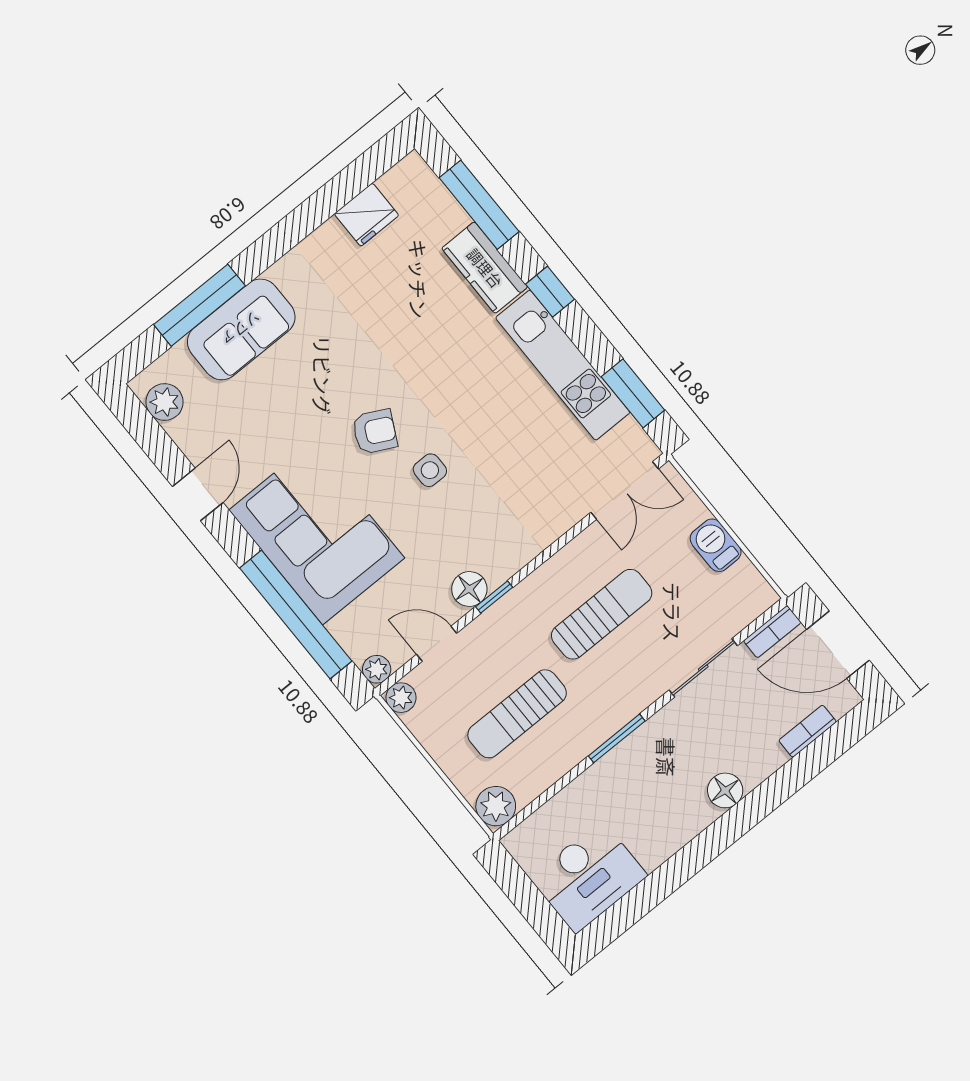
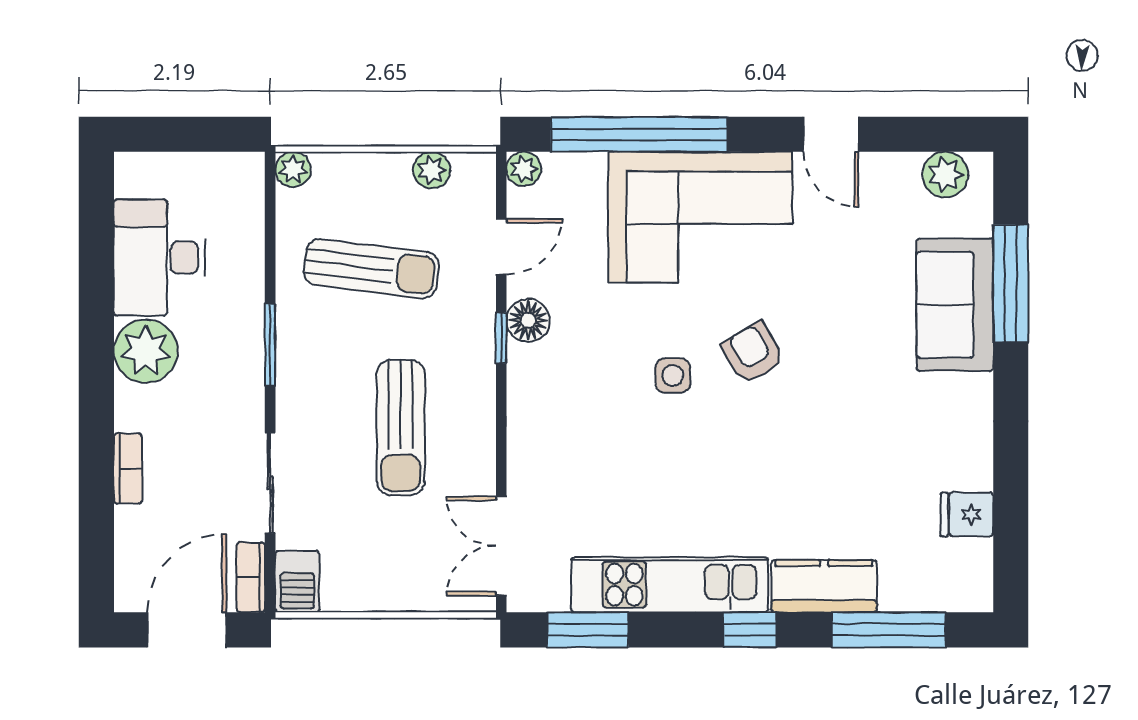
fridge: (367, 215) -> (967, 514), width x0.72
armchair: (375, 432) -> (753, 353), turned 123
barbecue: (716, 545) -> (297, 581), moved, turned 90
plant: (401, 698) -> (432, 170), moved
sun lounger: (517, 714) -> (371, 269), turned 97
bookcase: (808, 731) -> (128, 468), moved
floor lamp: (725, 790) -> (136, 408), removed
plant: (496, 806) -> (293, 170), width x0.73, depth x0.73
plant: (684, 813) -> (146, 351), added
desk: (589, 877) -> (160, 257), moved

